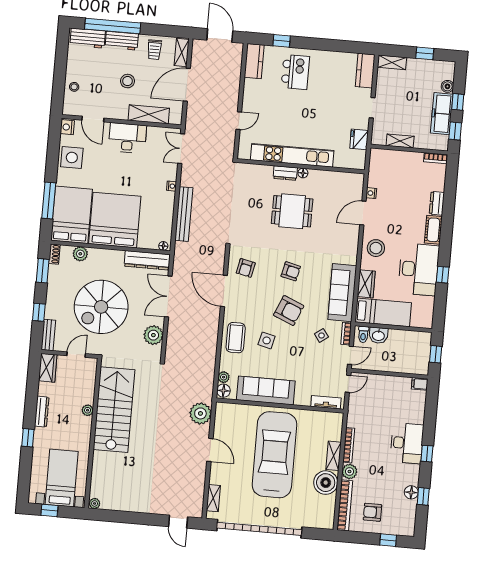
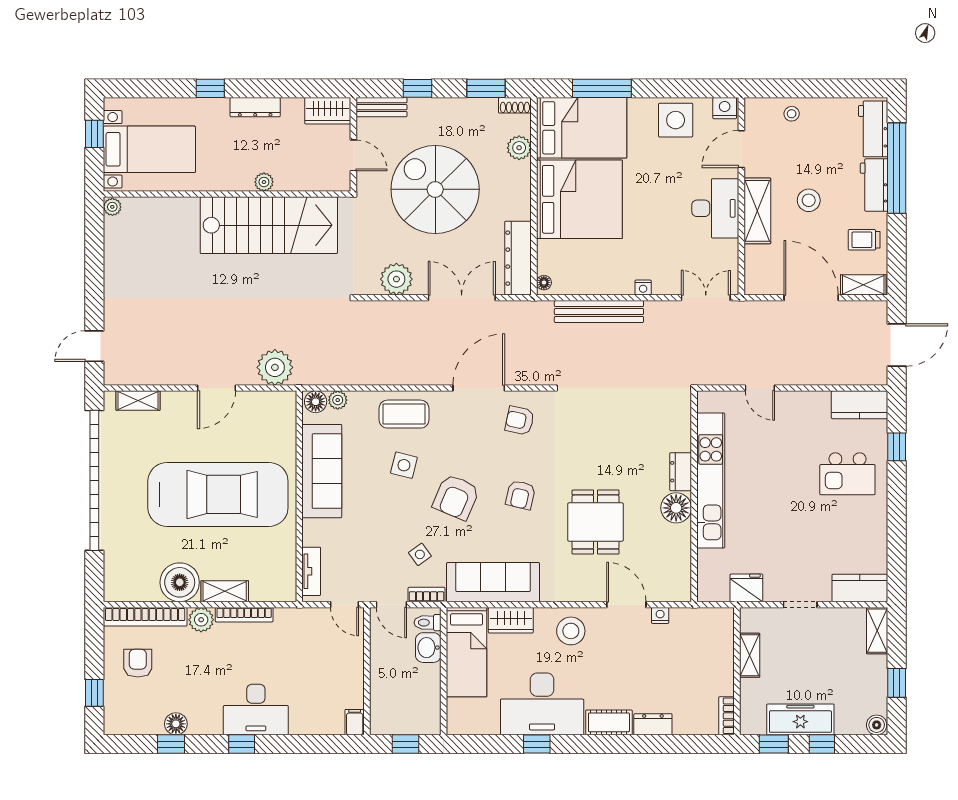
boiler: (447, 86) -> (877, 725), moved
shelving: (149, 114) -> (757, 211), moved
floor lamp: (303, 173) -> (676, 508), width x1.89, depth x1.89
dining table: (292, 211) -> (596, 522), moved

